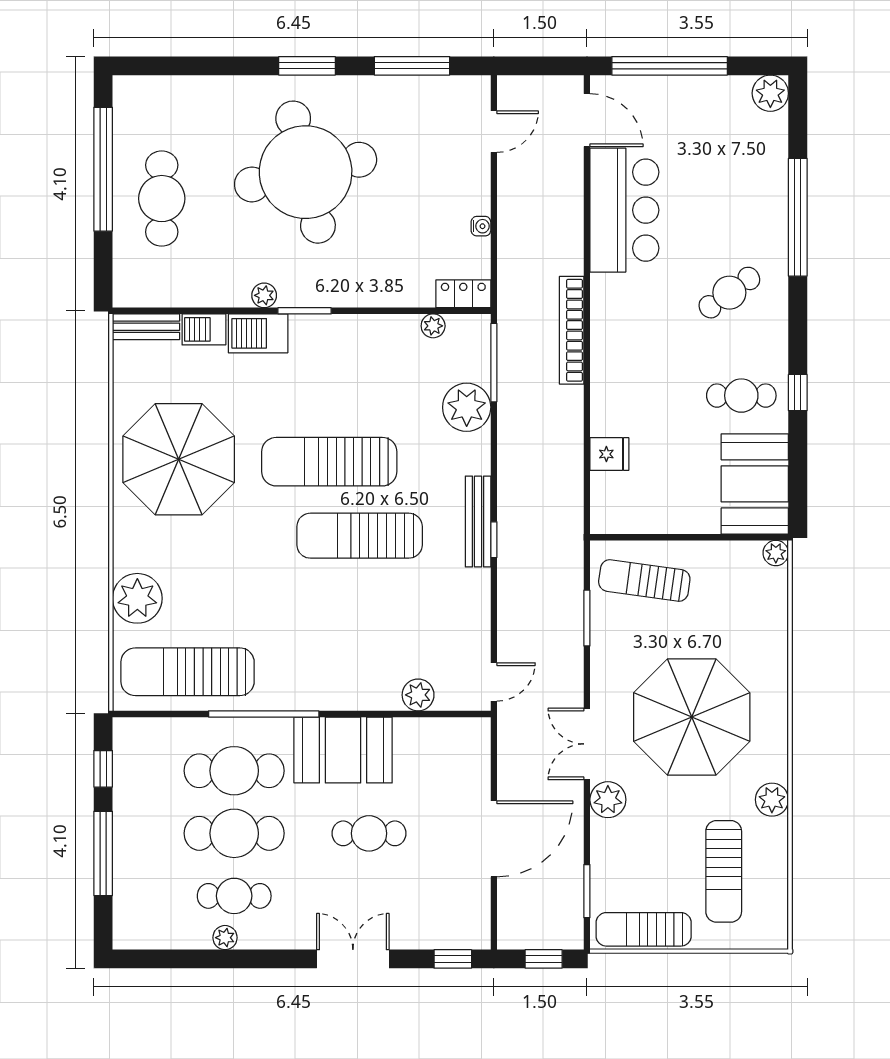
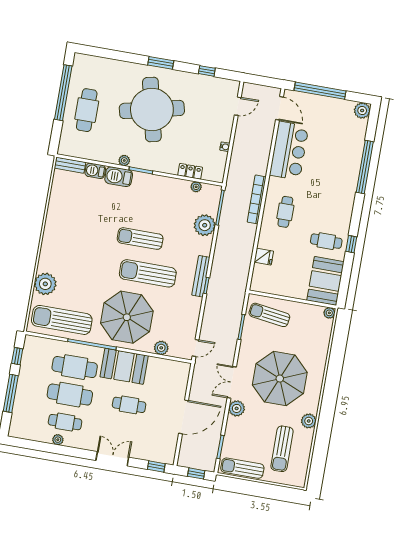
window: (412, 66) -> (207, 71), width x0.46
cafe table: (729, 293) -> (285, 212), moved, turned -54
locker: (463, 294) -> (190, 171), moved
parasol: (179, 459) -> (127, 317), moved
sun lounger: (329, 462) -> (140, 239), width x0.73, depth x0.75

